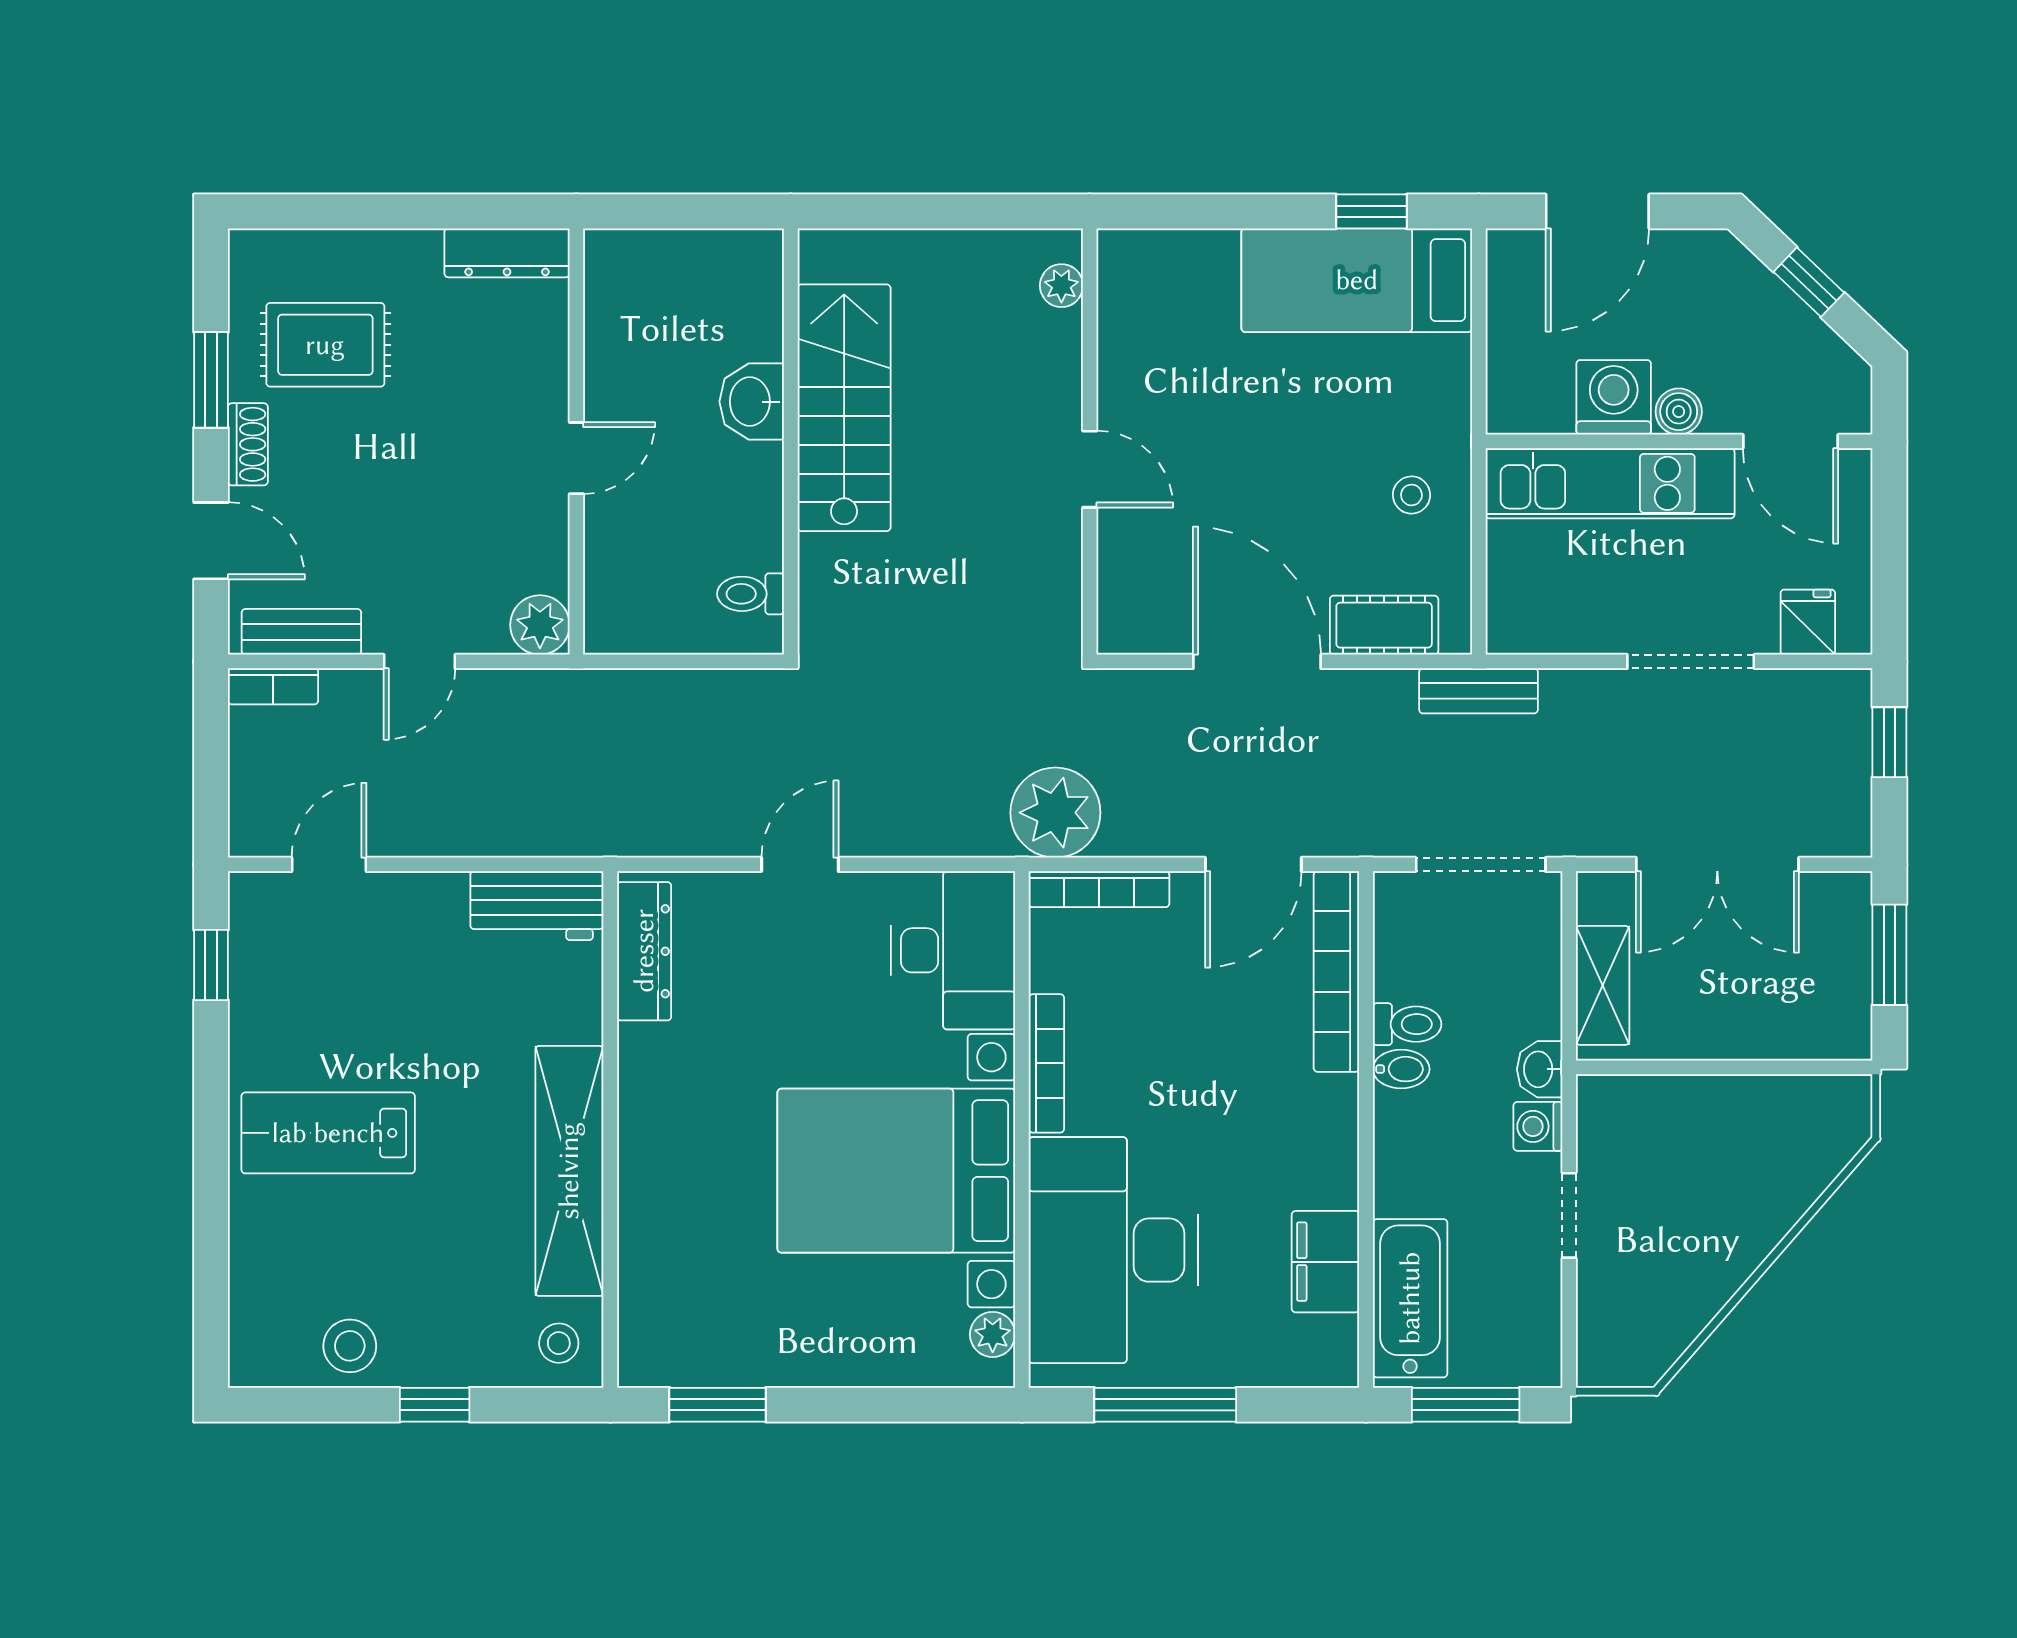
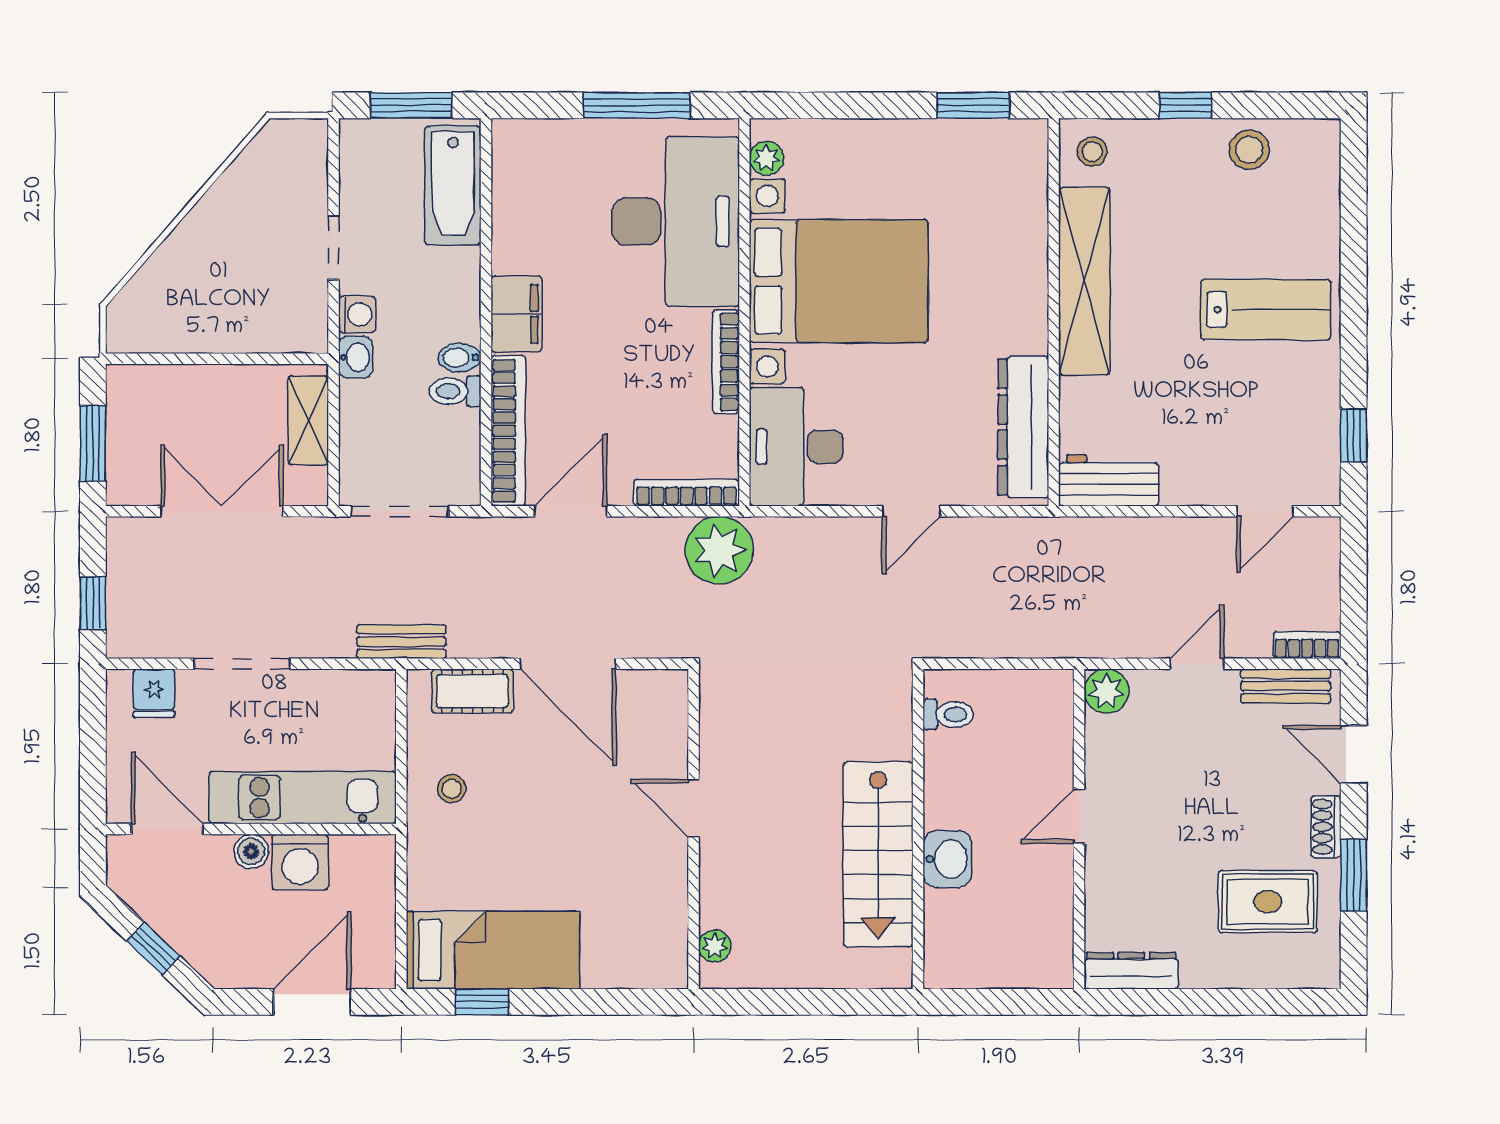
dresser: (644, 951) -> (1023, 427), width x1.37, depth x1.24
filing cabinet: (1325, 1262) -> (516, 314), moved

